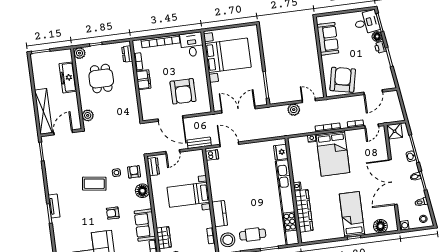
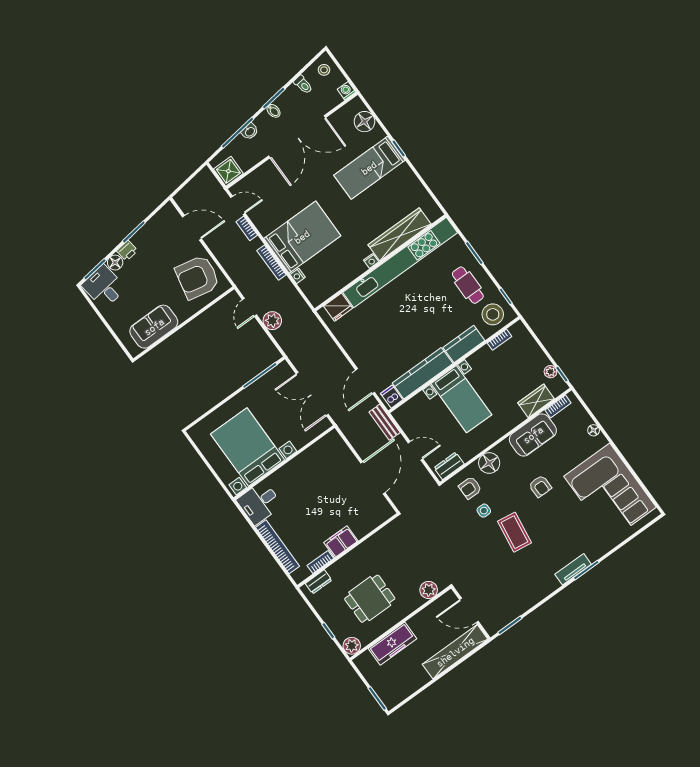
armchair: (183, 91) -> (328, 481), removed
kitchen counter: (216, 180) -> (423, 373), added

